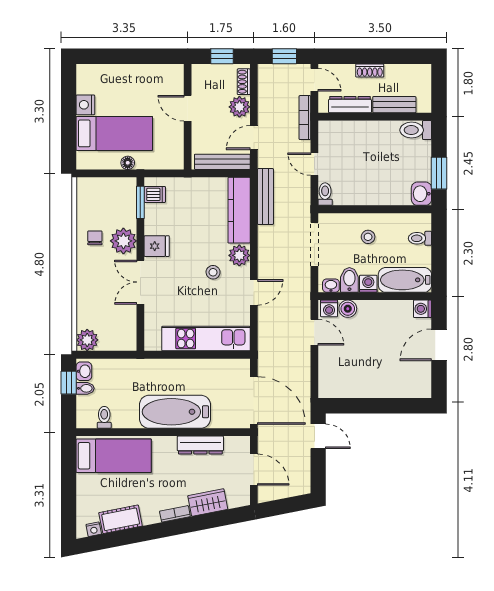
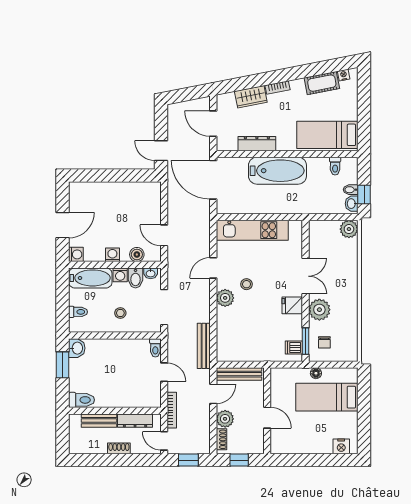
nightstand: (85, 105) -> (341, 446), moved, turned 90
kitchen counter: (239, 210) -> (225, 335), removed
chair: (95, 238) -> (324, 342), moved
washing machine: (329, 308) -> (112, 255), moved

